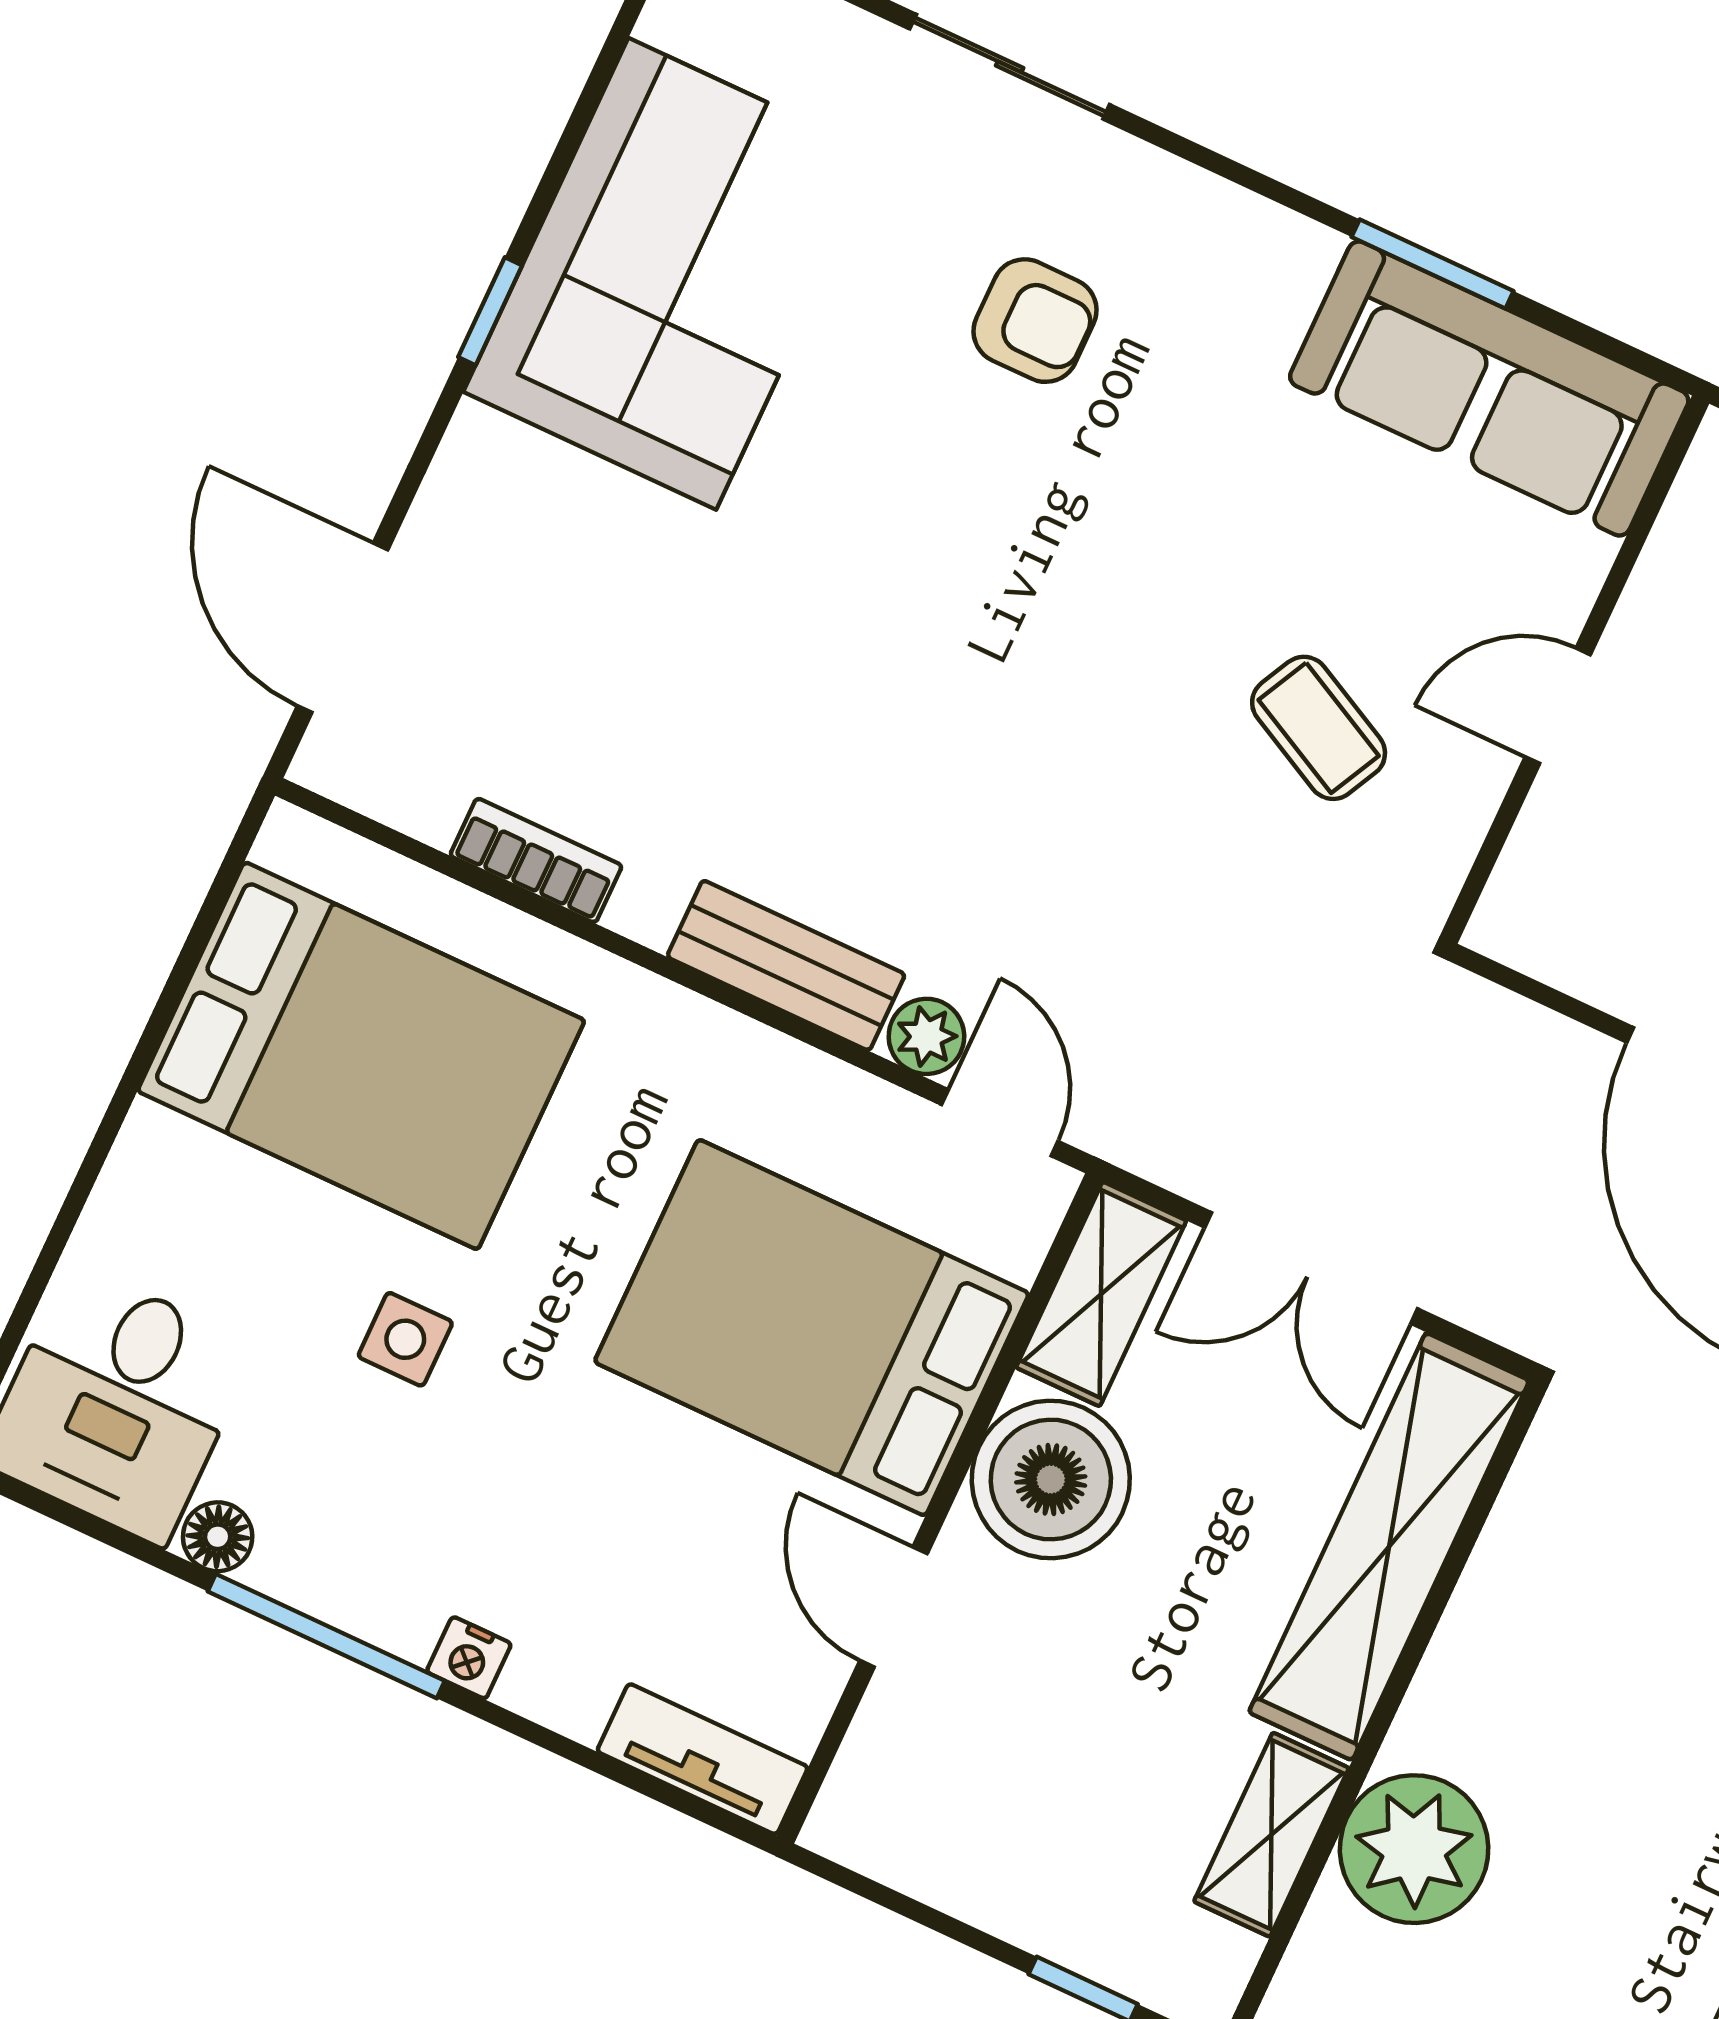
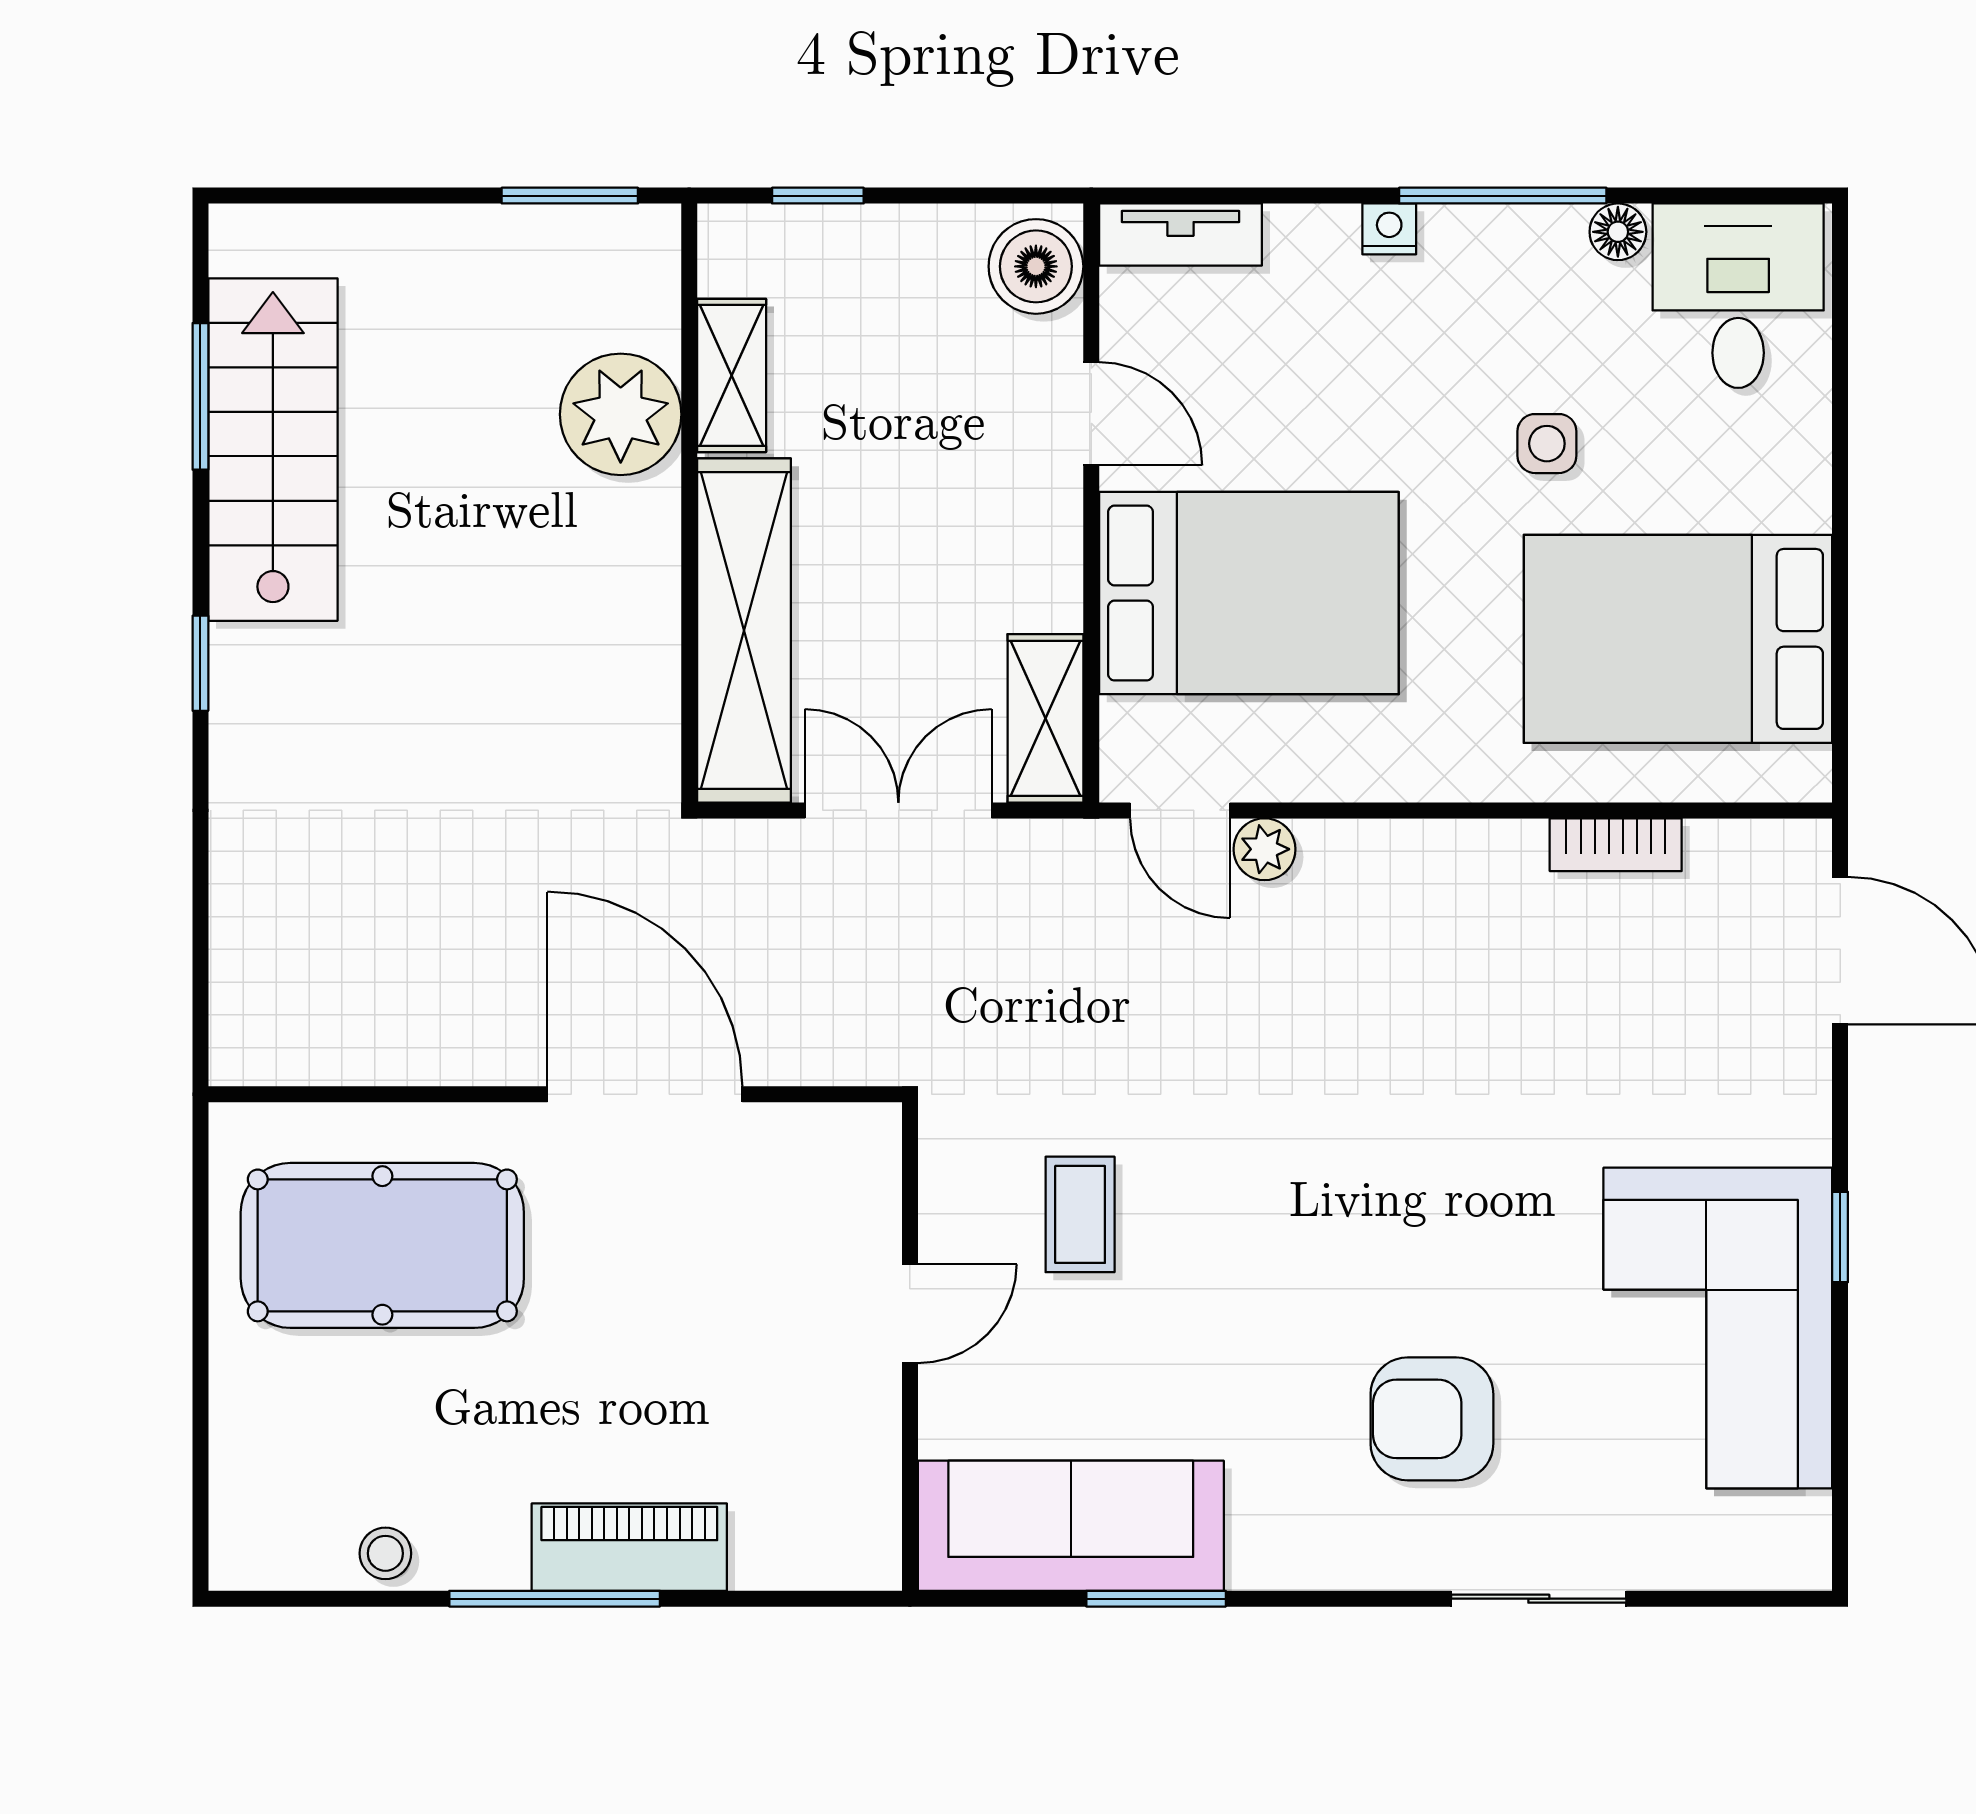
armchair: (1035, 321) -> (1432, 1419), width x1.38, depth x1.38
coffee table: (1319, 728) -> (1080, 1214), turned 63
bench: (786, 965) -> (1393, 853), removed
boiler: (1051, 1479) -> (1036, 266), moved, width x0.73, depth x0.73

